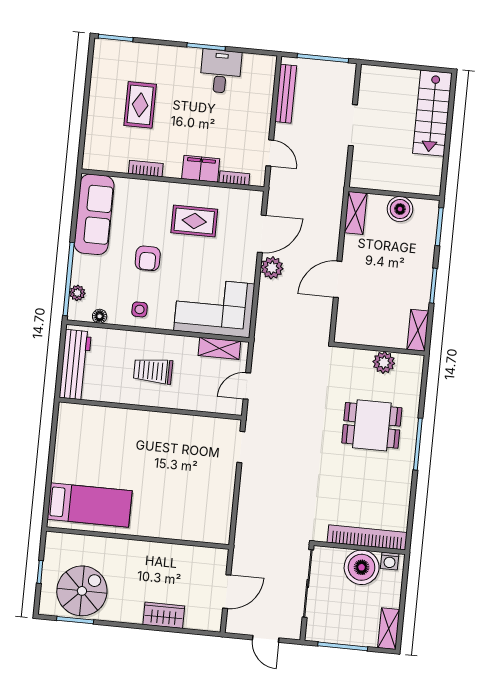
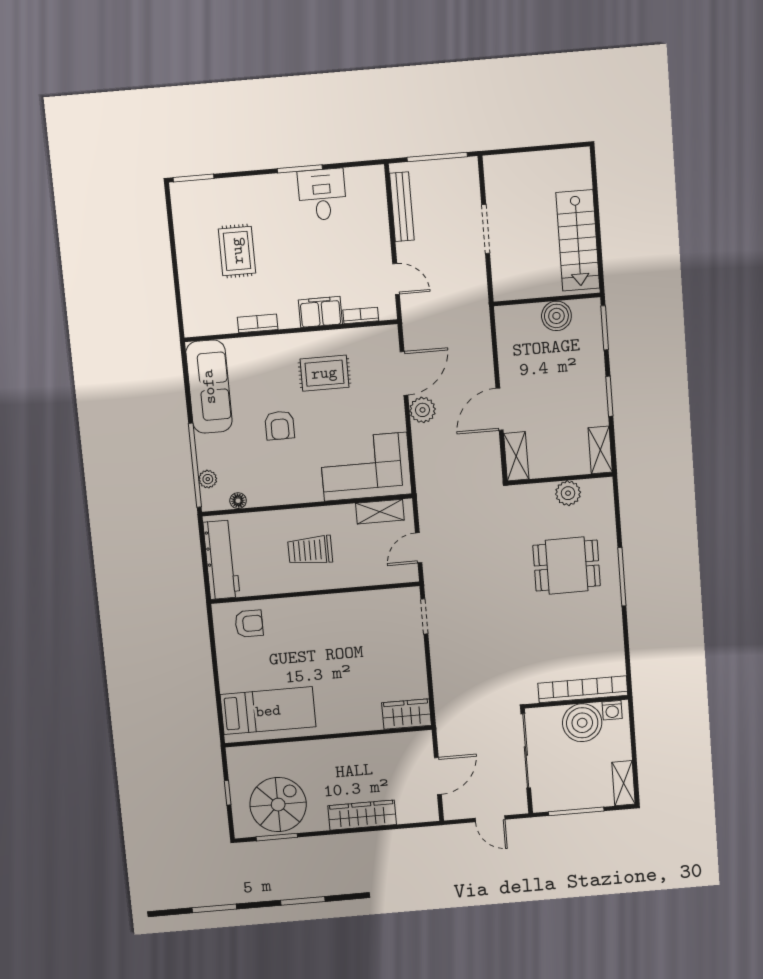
stairs: (432, 113) -> (578, 240), moved
shelving: (356, 213) -> (516, 456), moved
side table: (140, 309) -> (282, 485), removed
armchair: (88, 425) -> (249, 624), added
wardrobe: (210, 531) -> (407, 714), added
wardrobe: (164, 615) -> (362, 815), width x1.50

